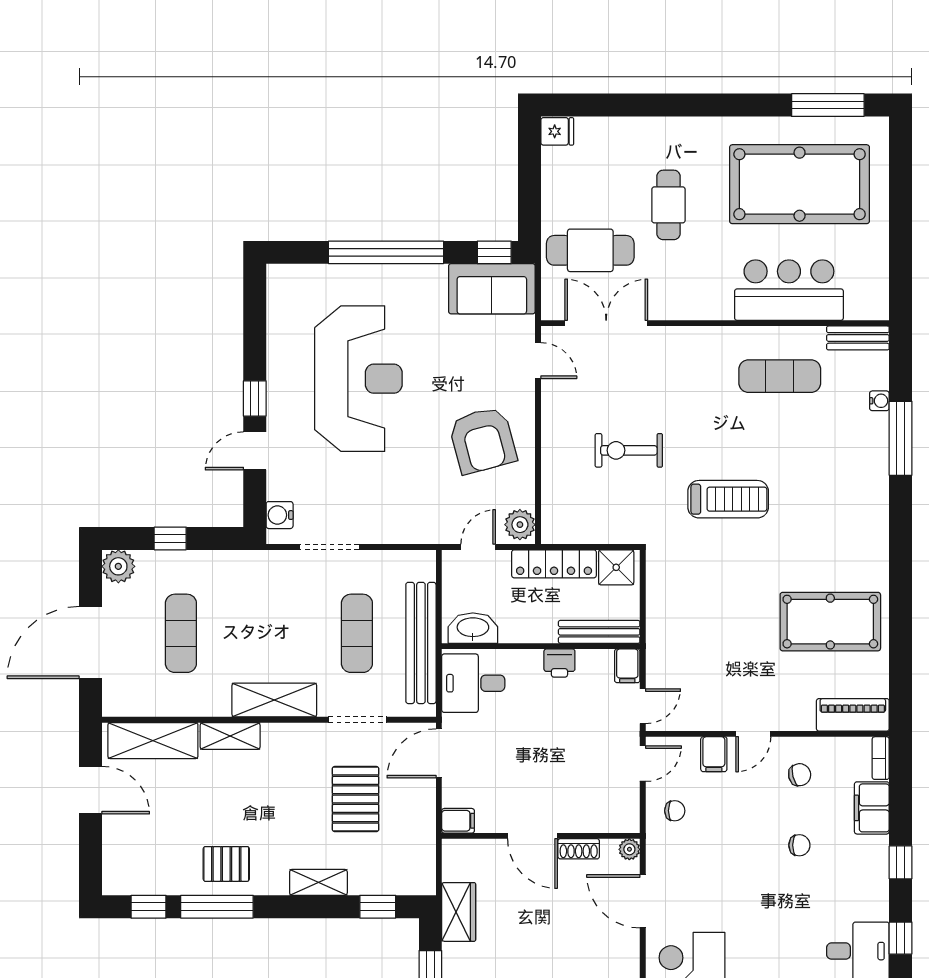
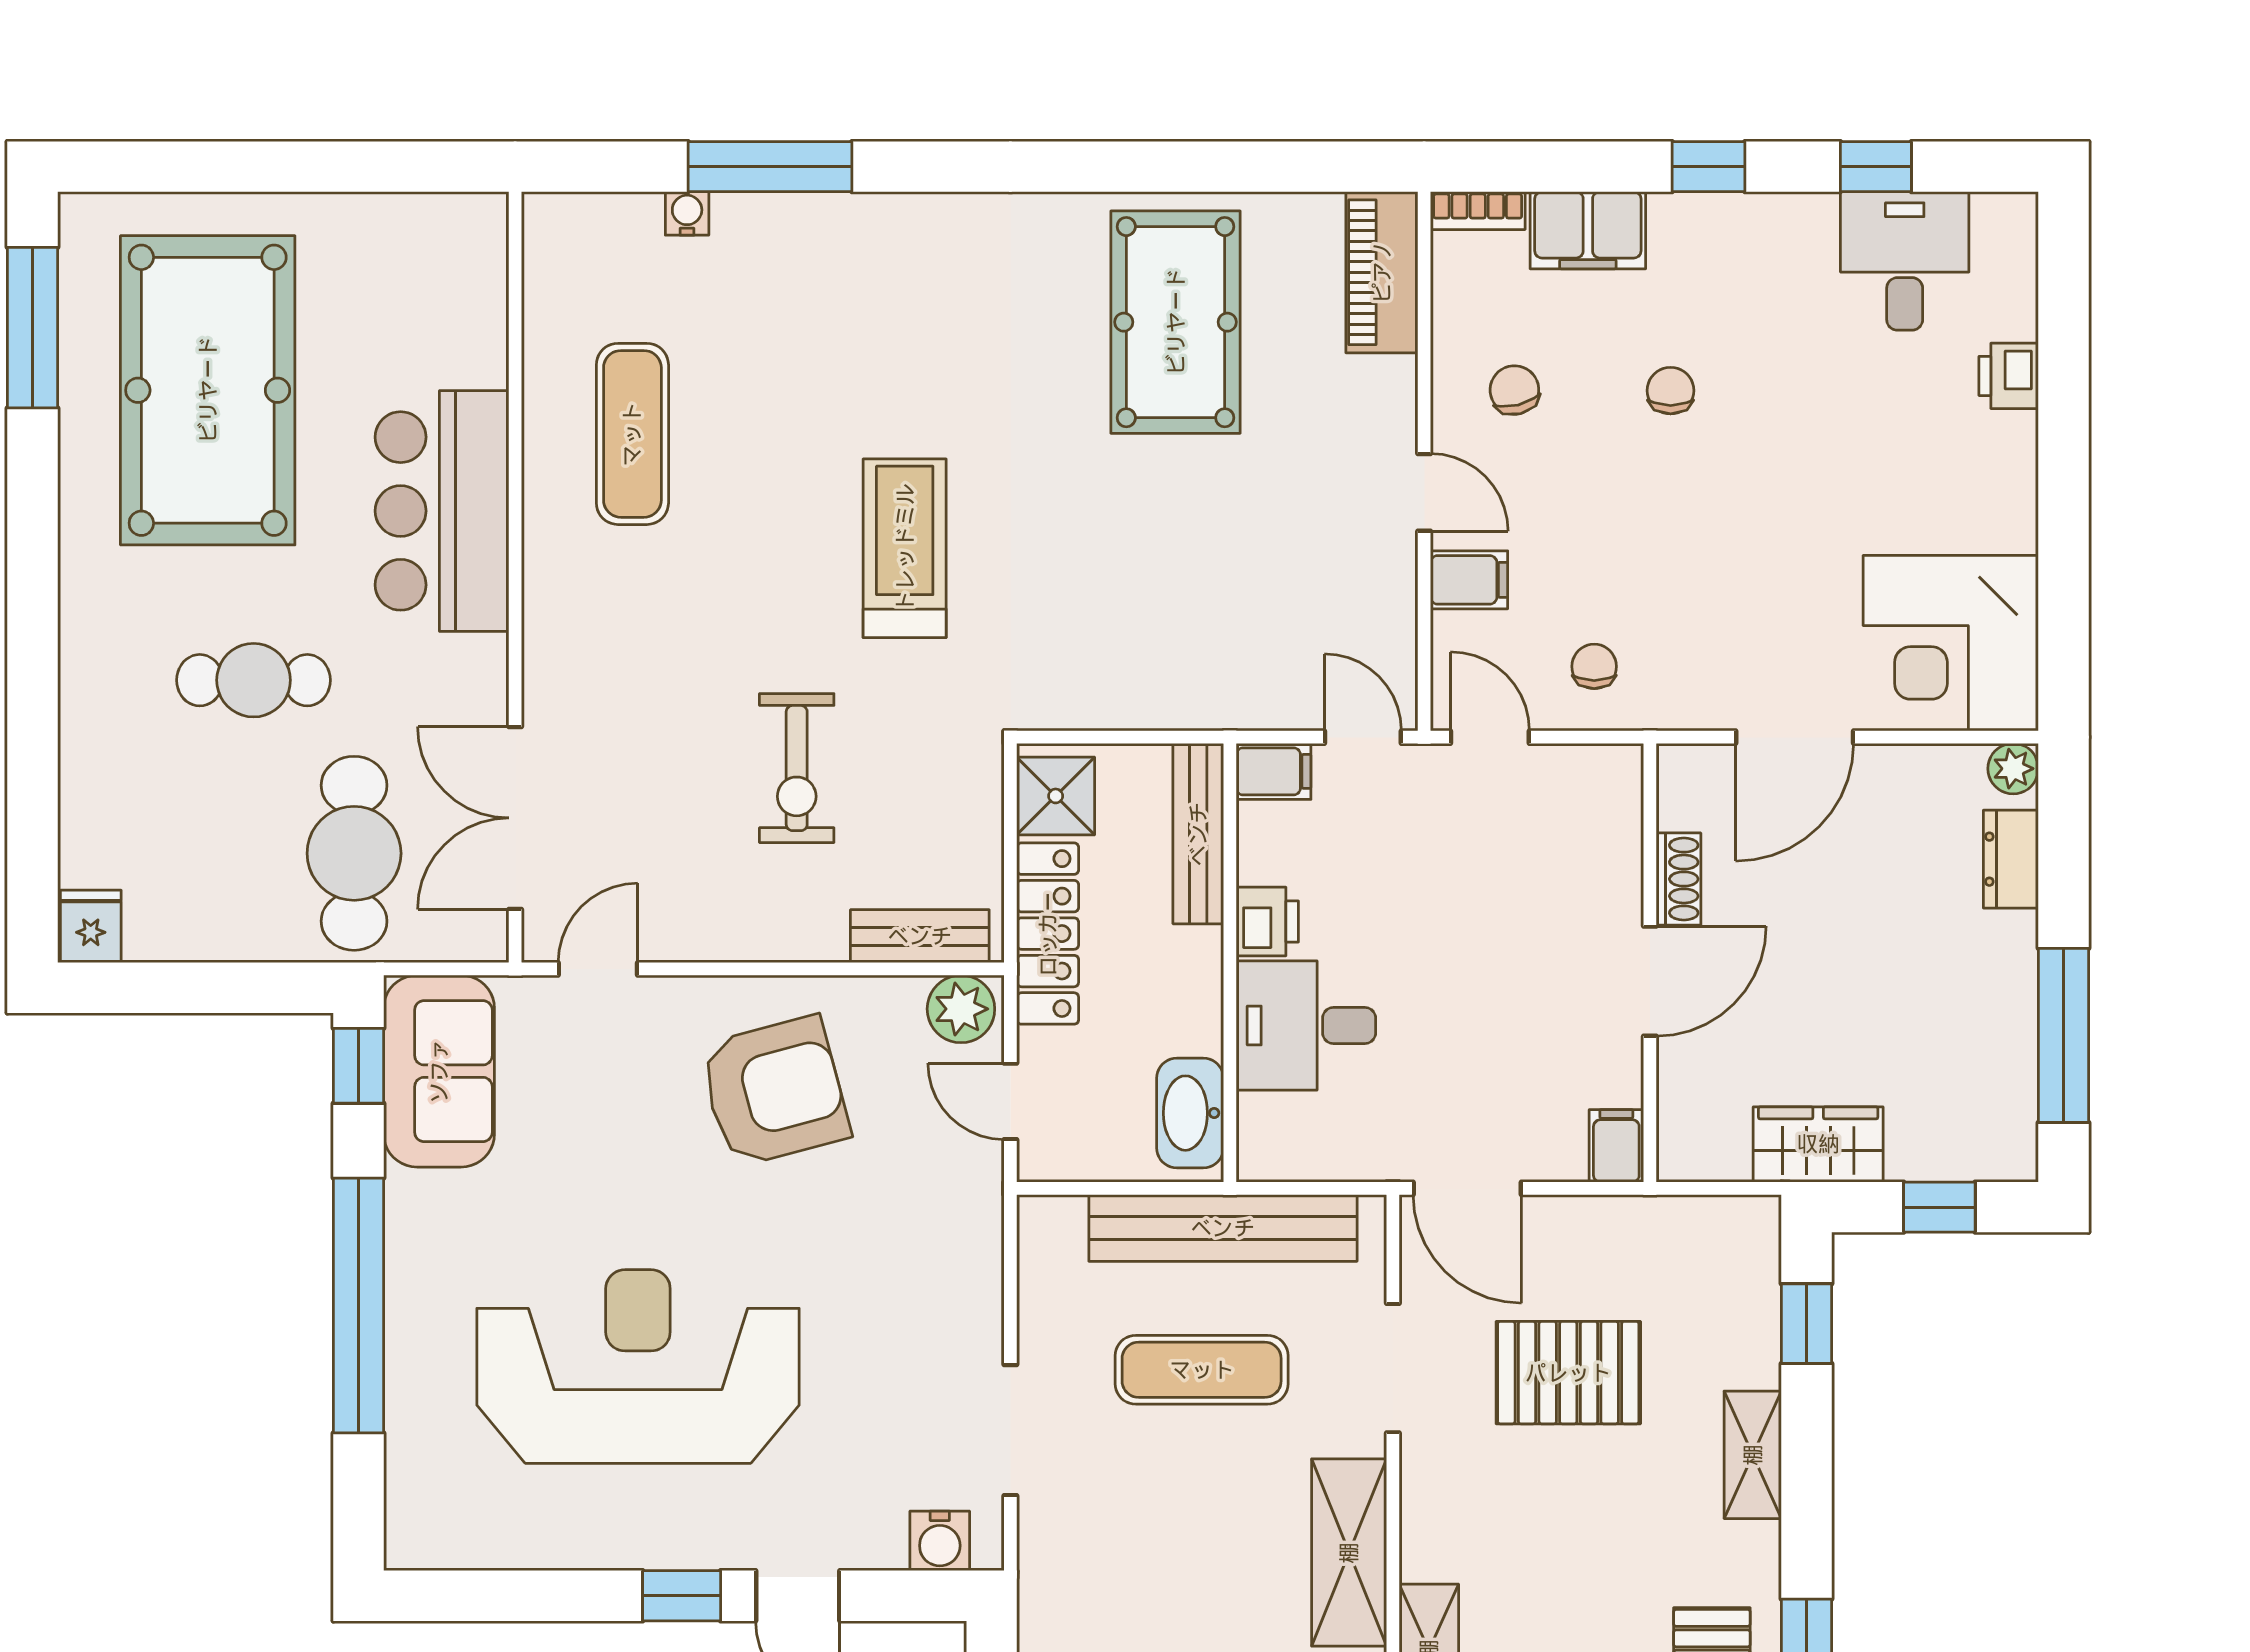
bar counter: (789, 290) -> (442, 511), moved
bench: (858, 338) -> (920, 936), moved, turned 90
desk: (473, 683) -> (1306, 1025), moved, turned 90
plant: (629, 849) -> (1679, 767), removed

